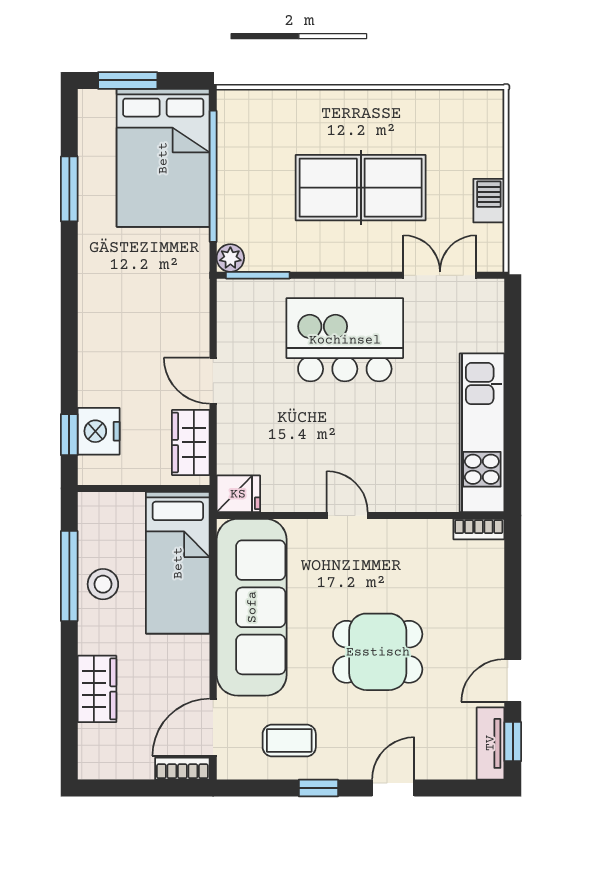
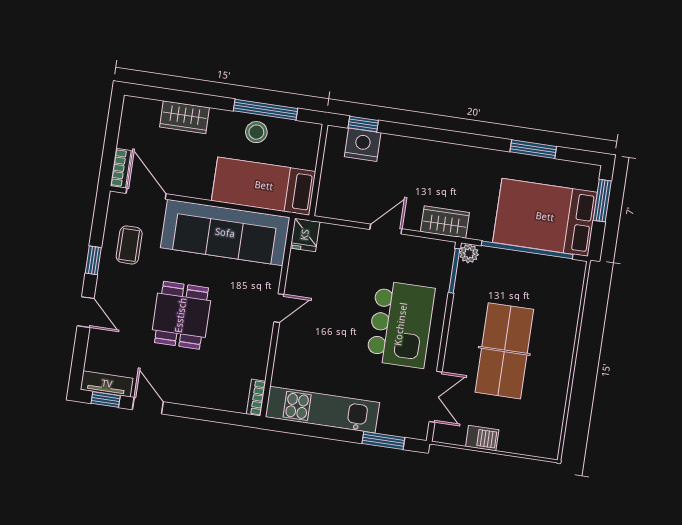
window: (513, 340) -> (383, 440), added
wardrobe: (191, 442) -> (445, 222), moved

